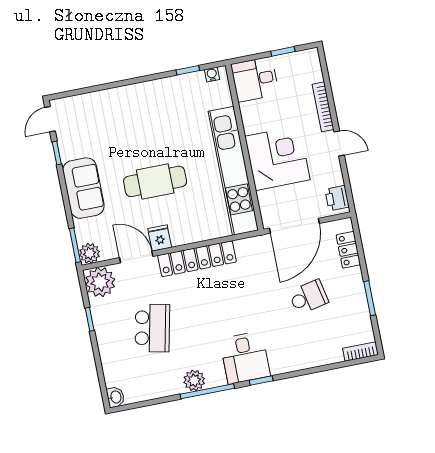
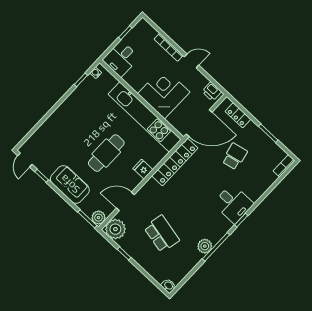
door: (294, 226) -> (199, 123), hinge flipped
fridge: (160, 238) -> (143, 169), moved
locker: (197, 259) -> (175, 162), moved
desk: (245, 358) -> (233, 204), moved

